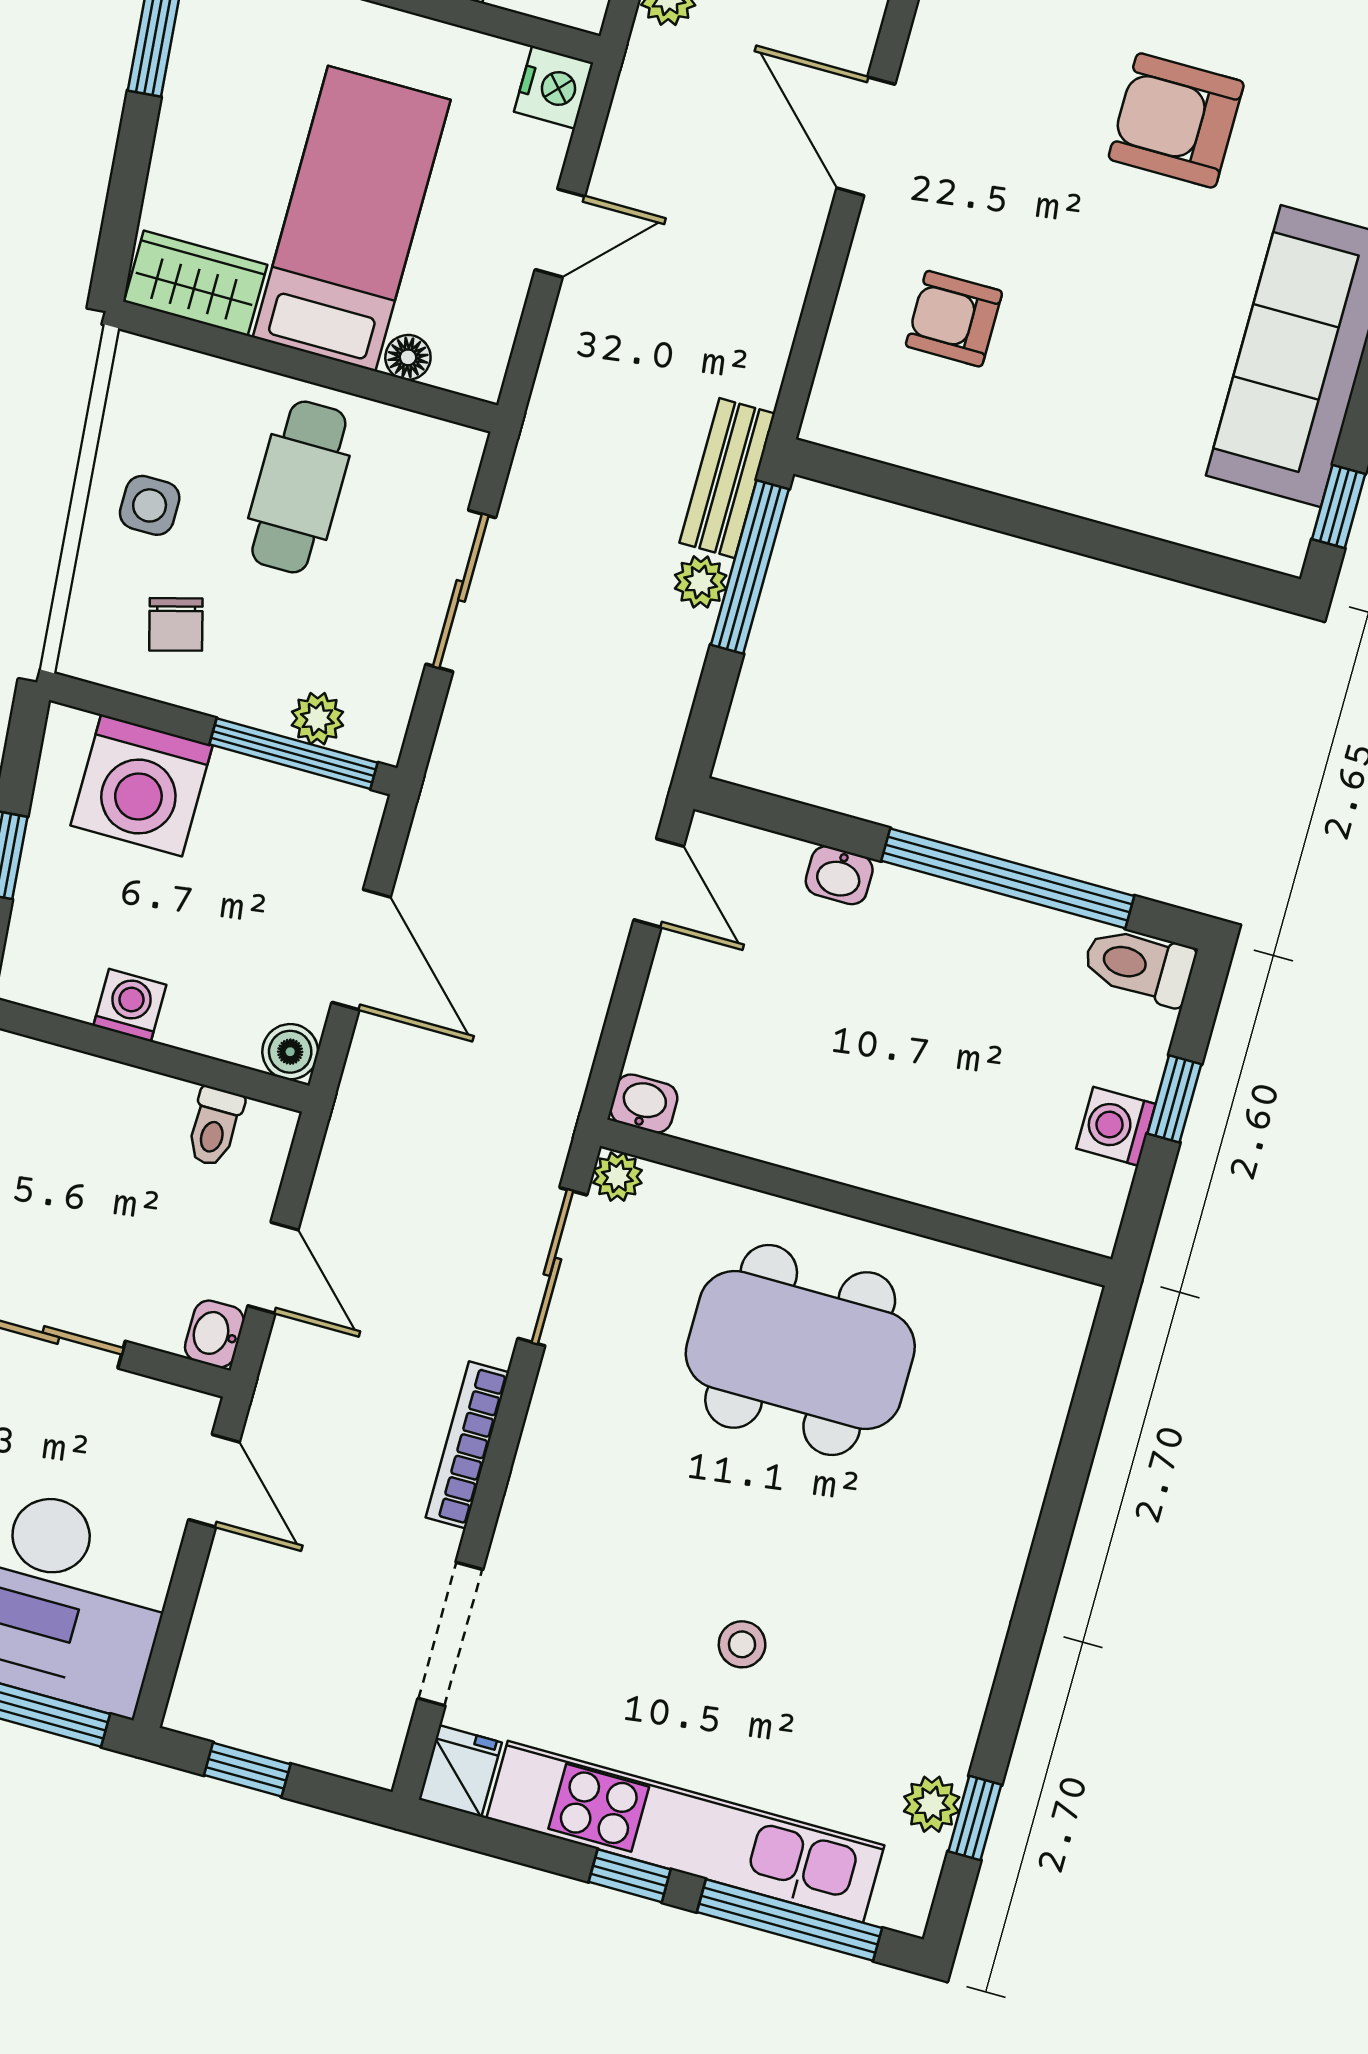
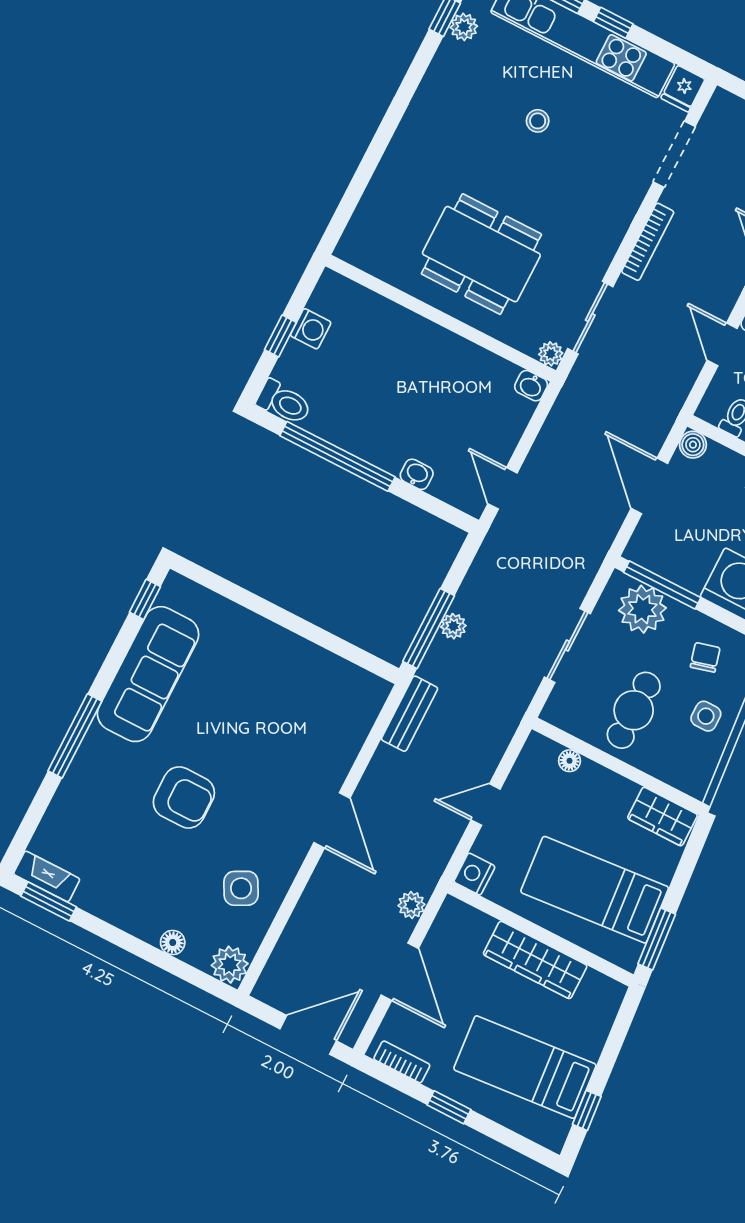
bed: (352, 219) -> (595, 890), moved, turned 85
armchair: (954, 319) -> (308, 726), removed
bench: (727, 478) -> (410, 714), moved
plant: (317, 719) -> (642, 609), width x1.87, depth x1.87

